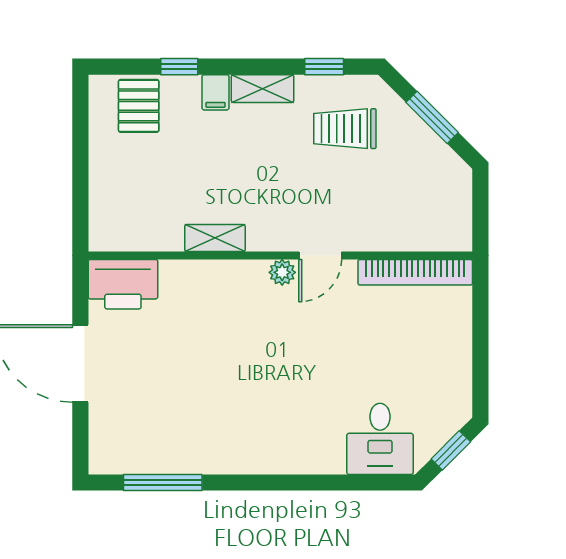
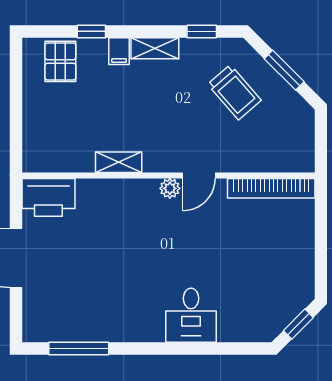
trolley: (345, 129) -> (234, 92), moved, turned -131
desk: (380, 439) -> (191, 315), moved

